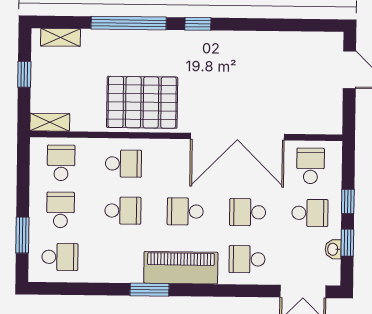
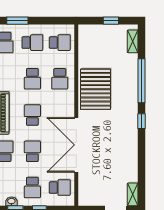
shelving: (50, 122) -> (133, 194), moved

